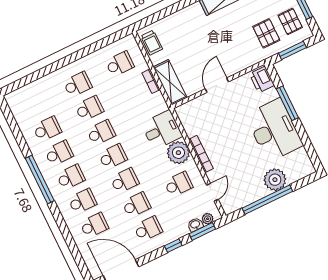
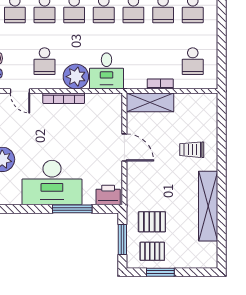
trolley: (152, 43) -> (192, 150), moved

